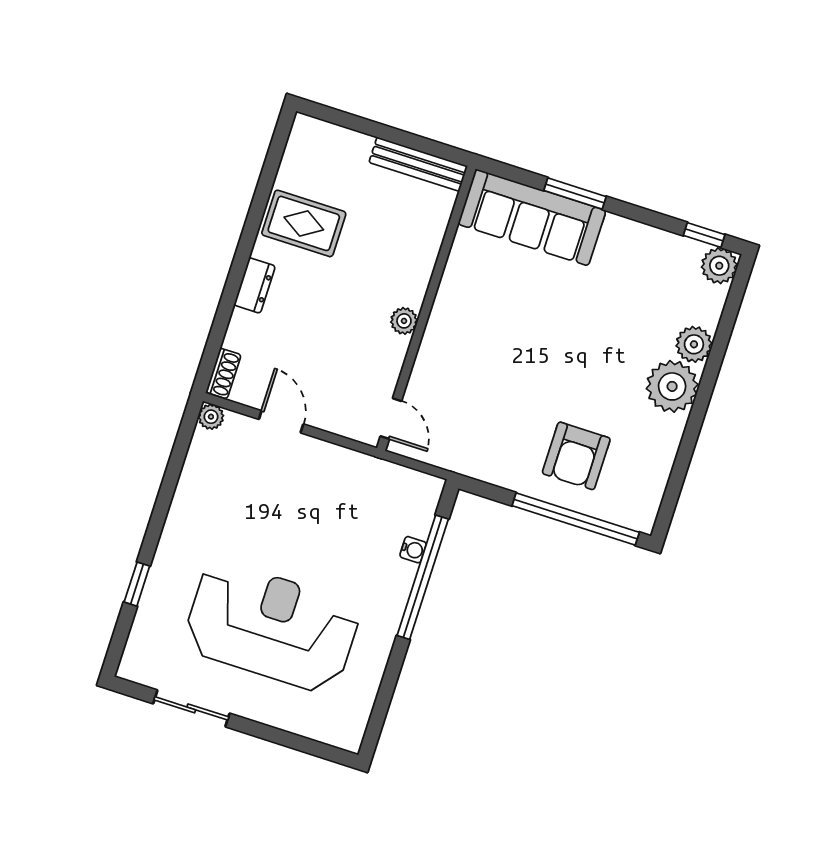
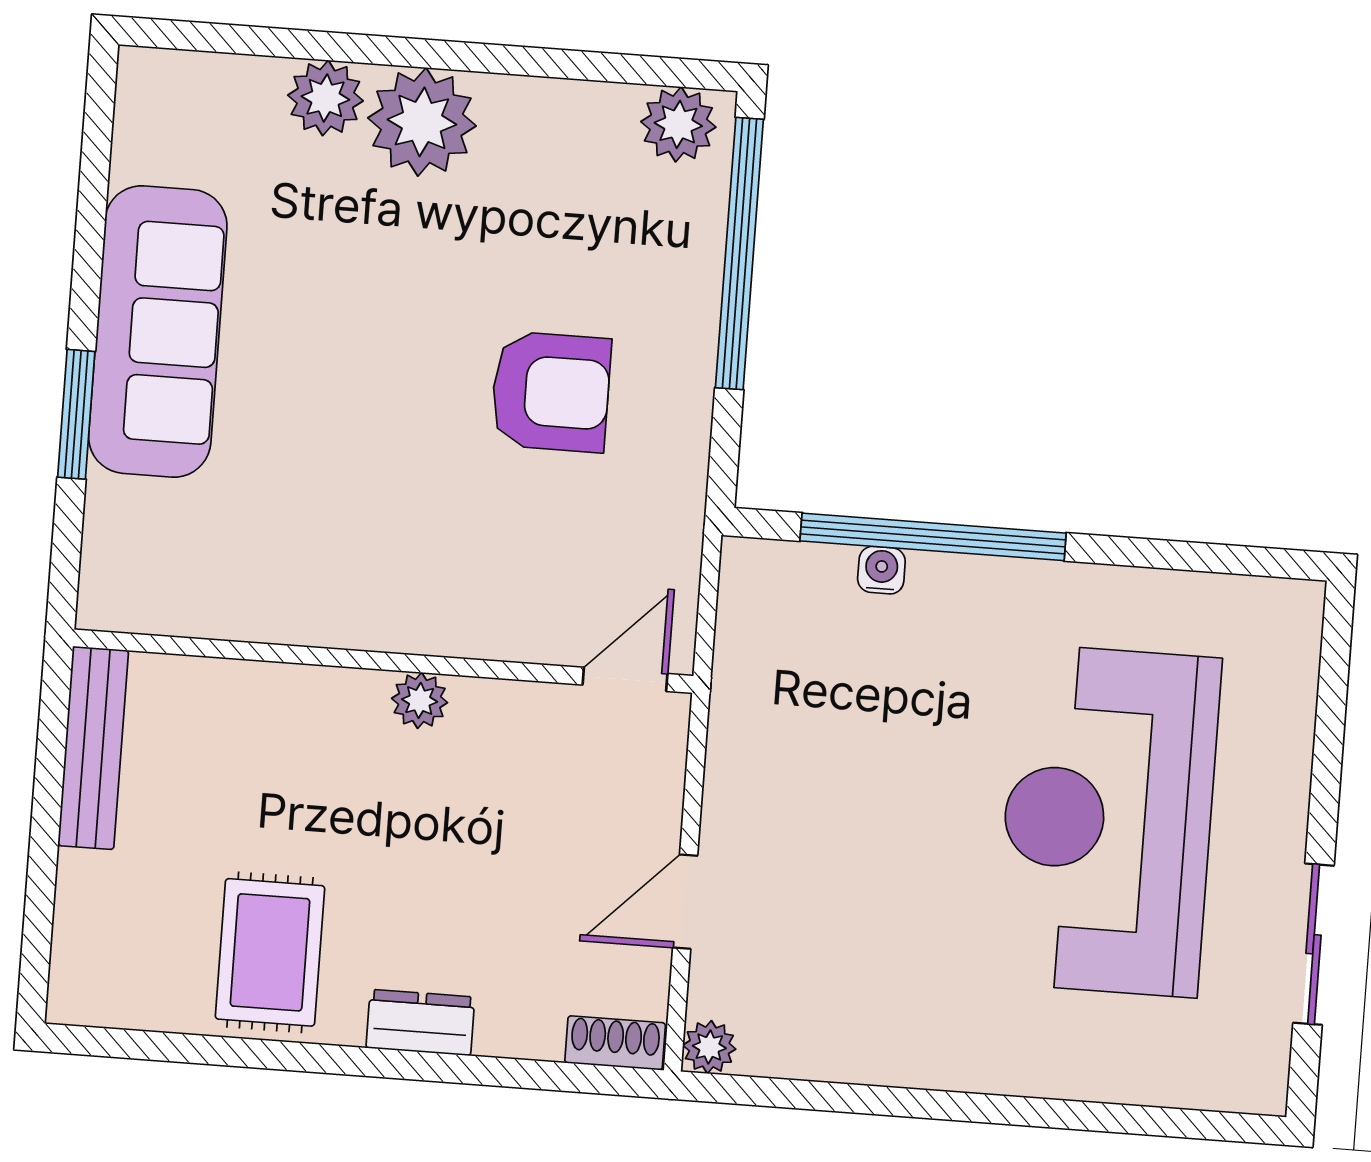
sofa: (532, 217) -> (158, 331), moved
window: (704, 235) -> (98, 131), removed
plant: (719, 266) -> (678, 124), moved
armchair: (576, 456) -> (551, 392), moved
window: (137, 584) -> (1087, 1116), removed

